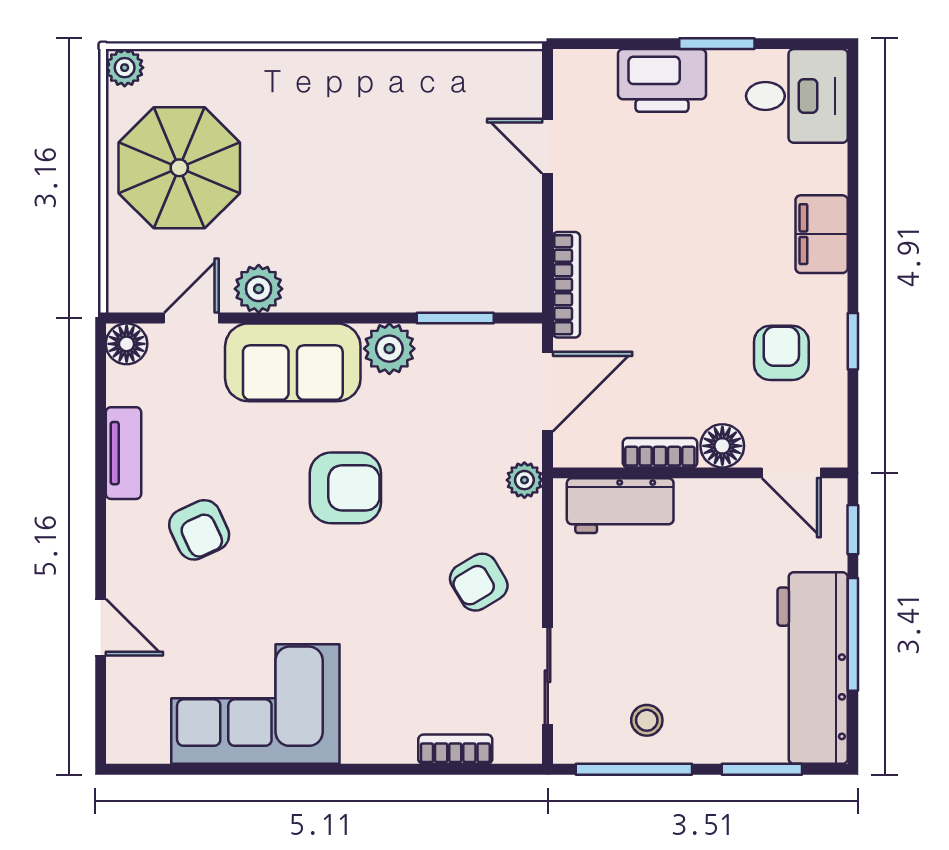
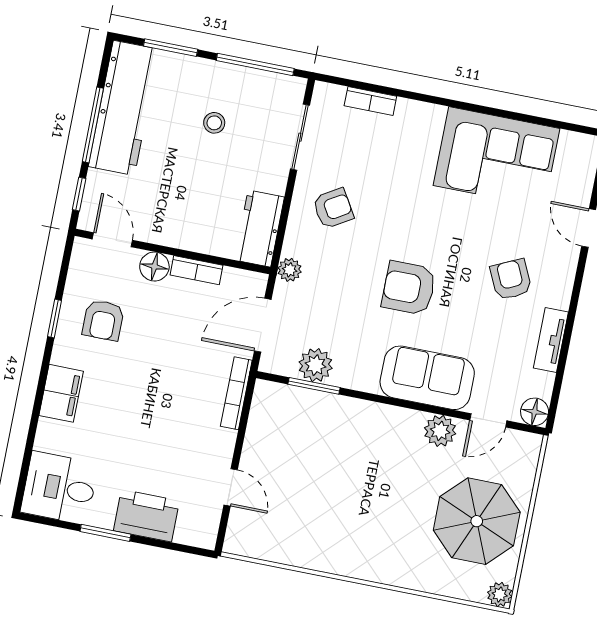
plant: (389, 349) -> (316, 365), moved
workbench: (620, 506) -> (259, 229), moved, turned -90
stool: (647, 720) -> (214, 123), moved

